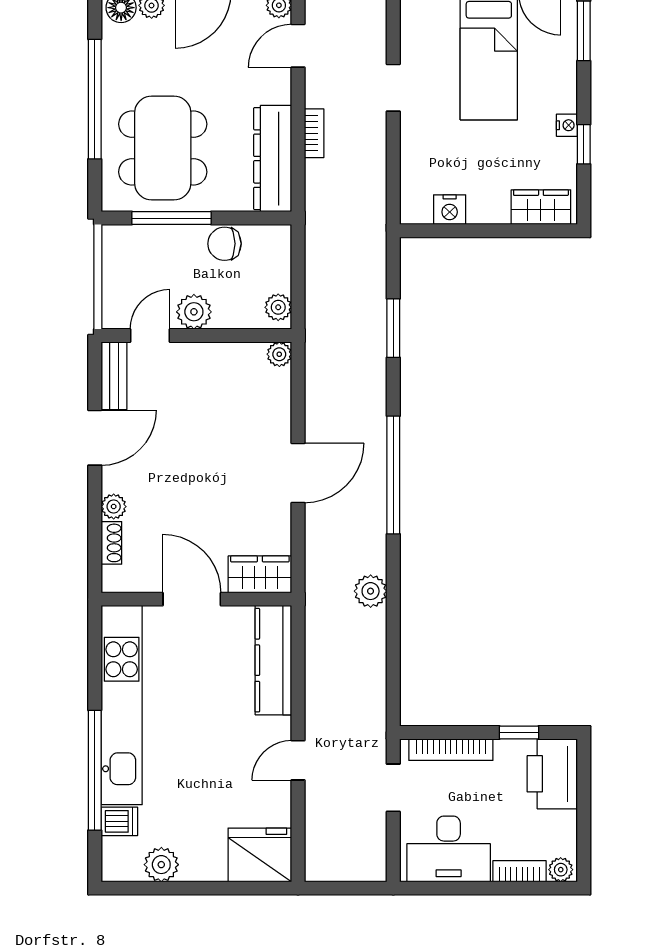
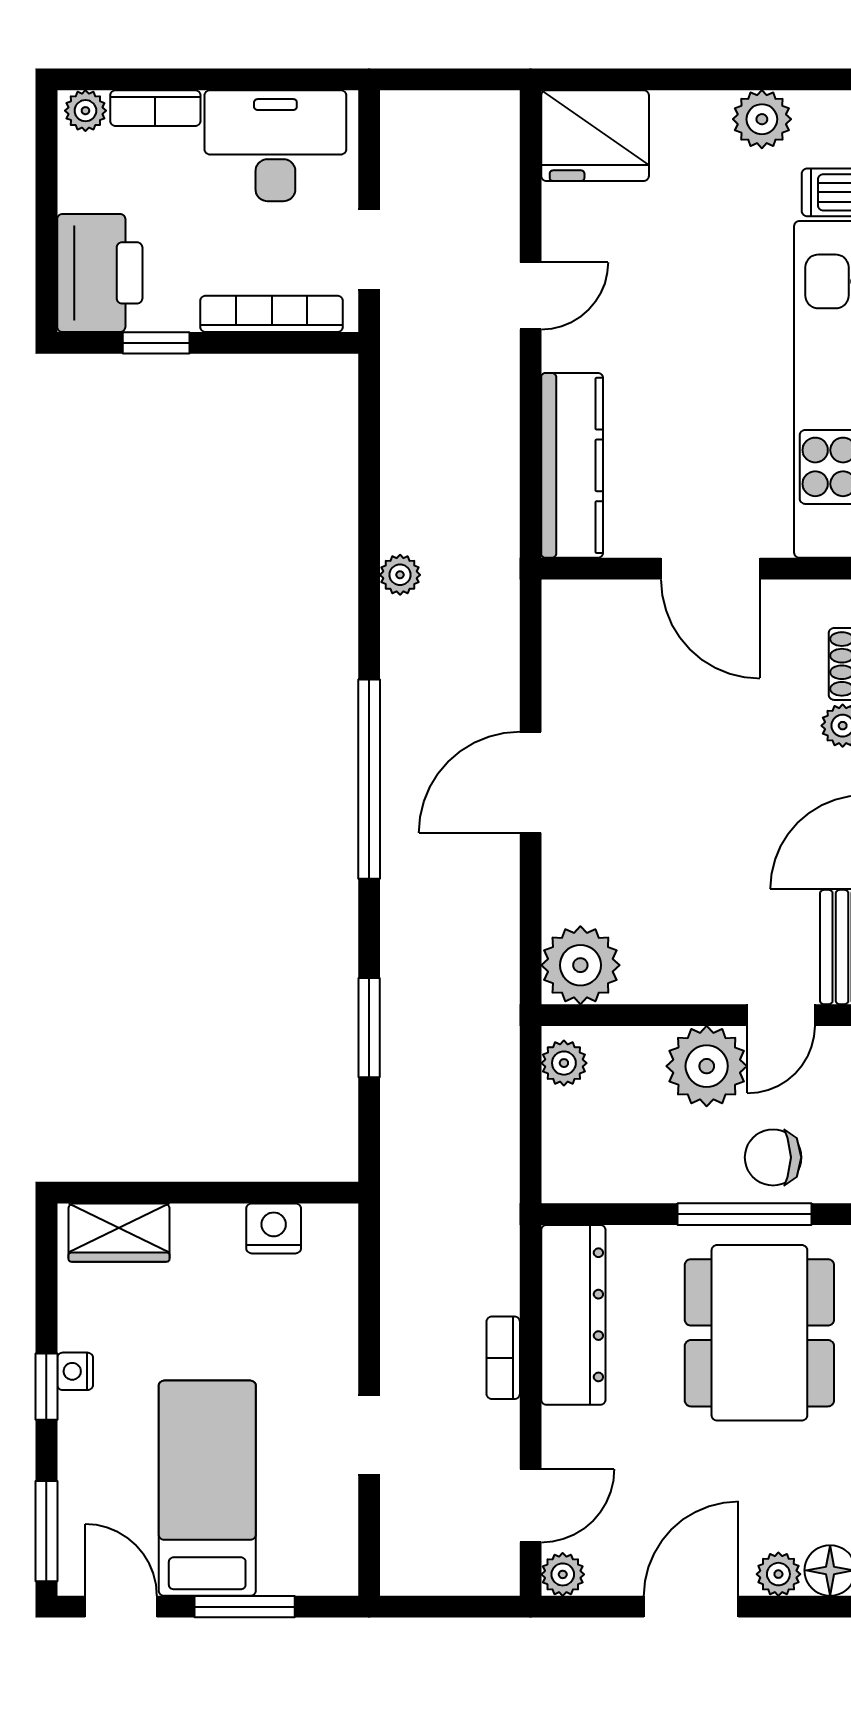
window: (584, 144) -> (46, 1387), moved
chair: (225, 244) -> (773, 1157), moved, turned 180
plant: (194, 312) -> (707, 1066), width x1.36, depth x1.36
plant: (279, 354) -> (580, 965), width x1.88, depth x1.88
wardrobe: (260, 574) -> (595, 611), removed
plant: (371, 591) -> (400, 575), width x0.73, depth x0.73

